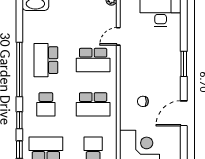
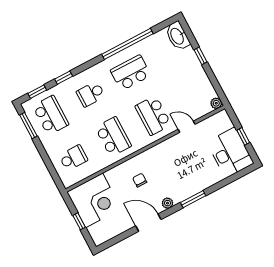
window: (19, 70) -> (127, 44), moved
plant: (176, 88) -> (168, 203), added
school desk: (93, 104) -> (113, 137), turned 180

